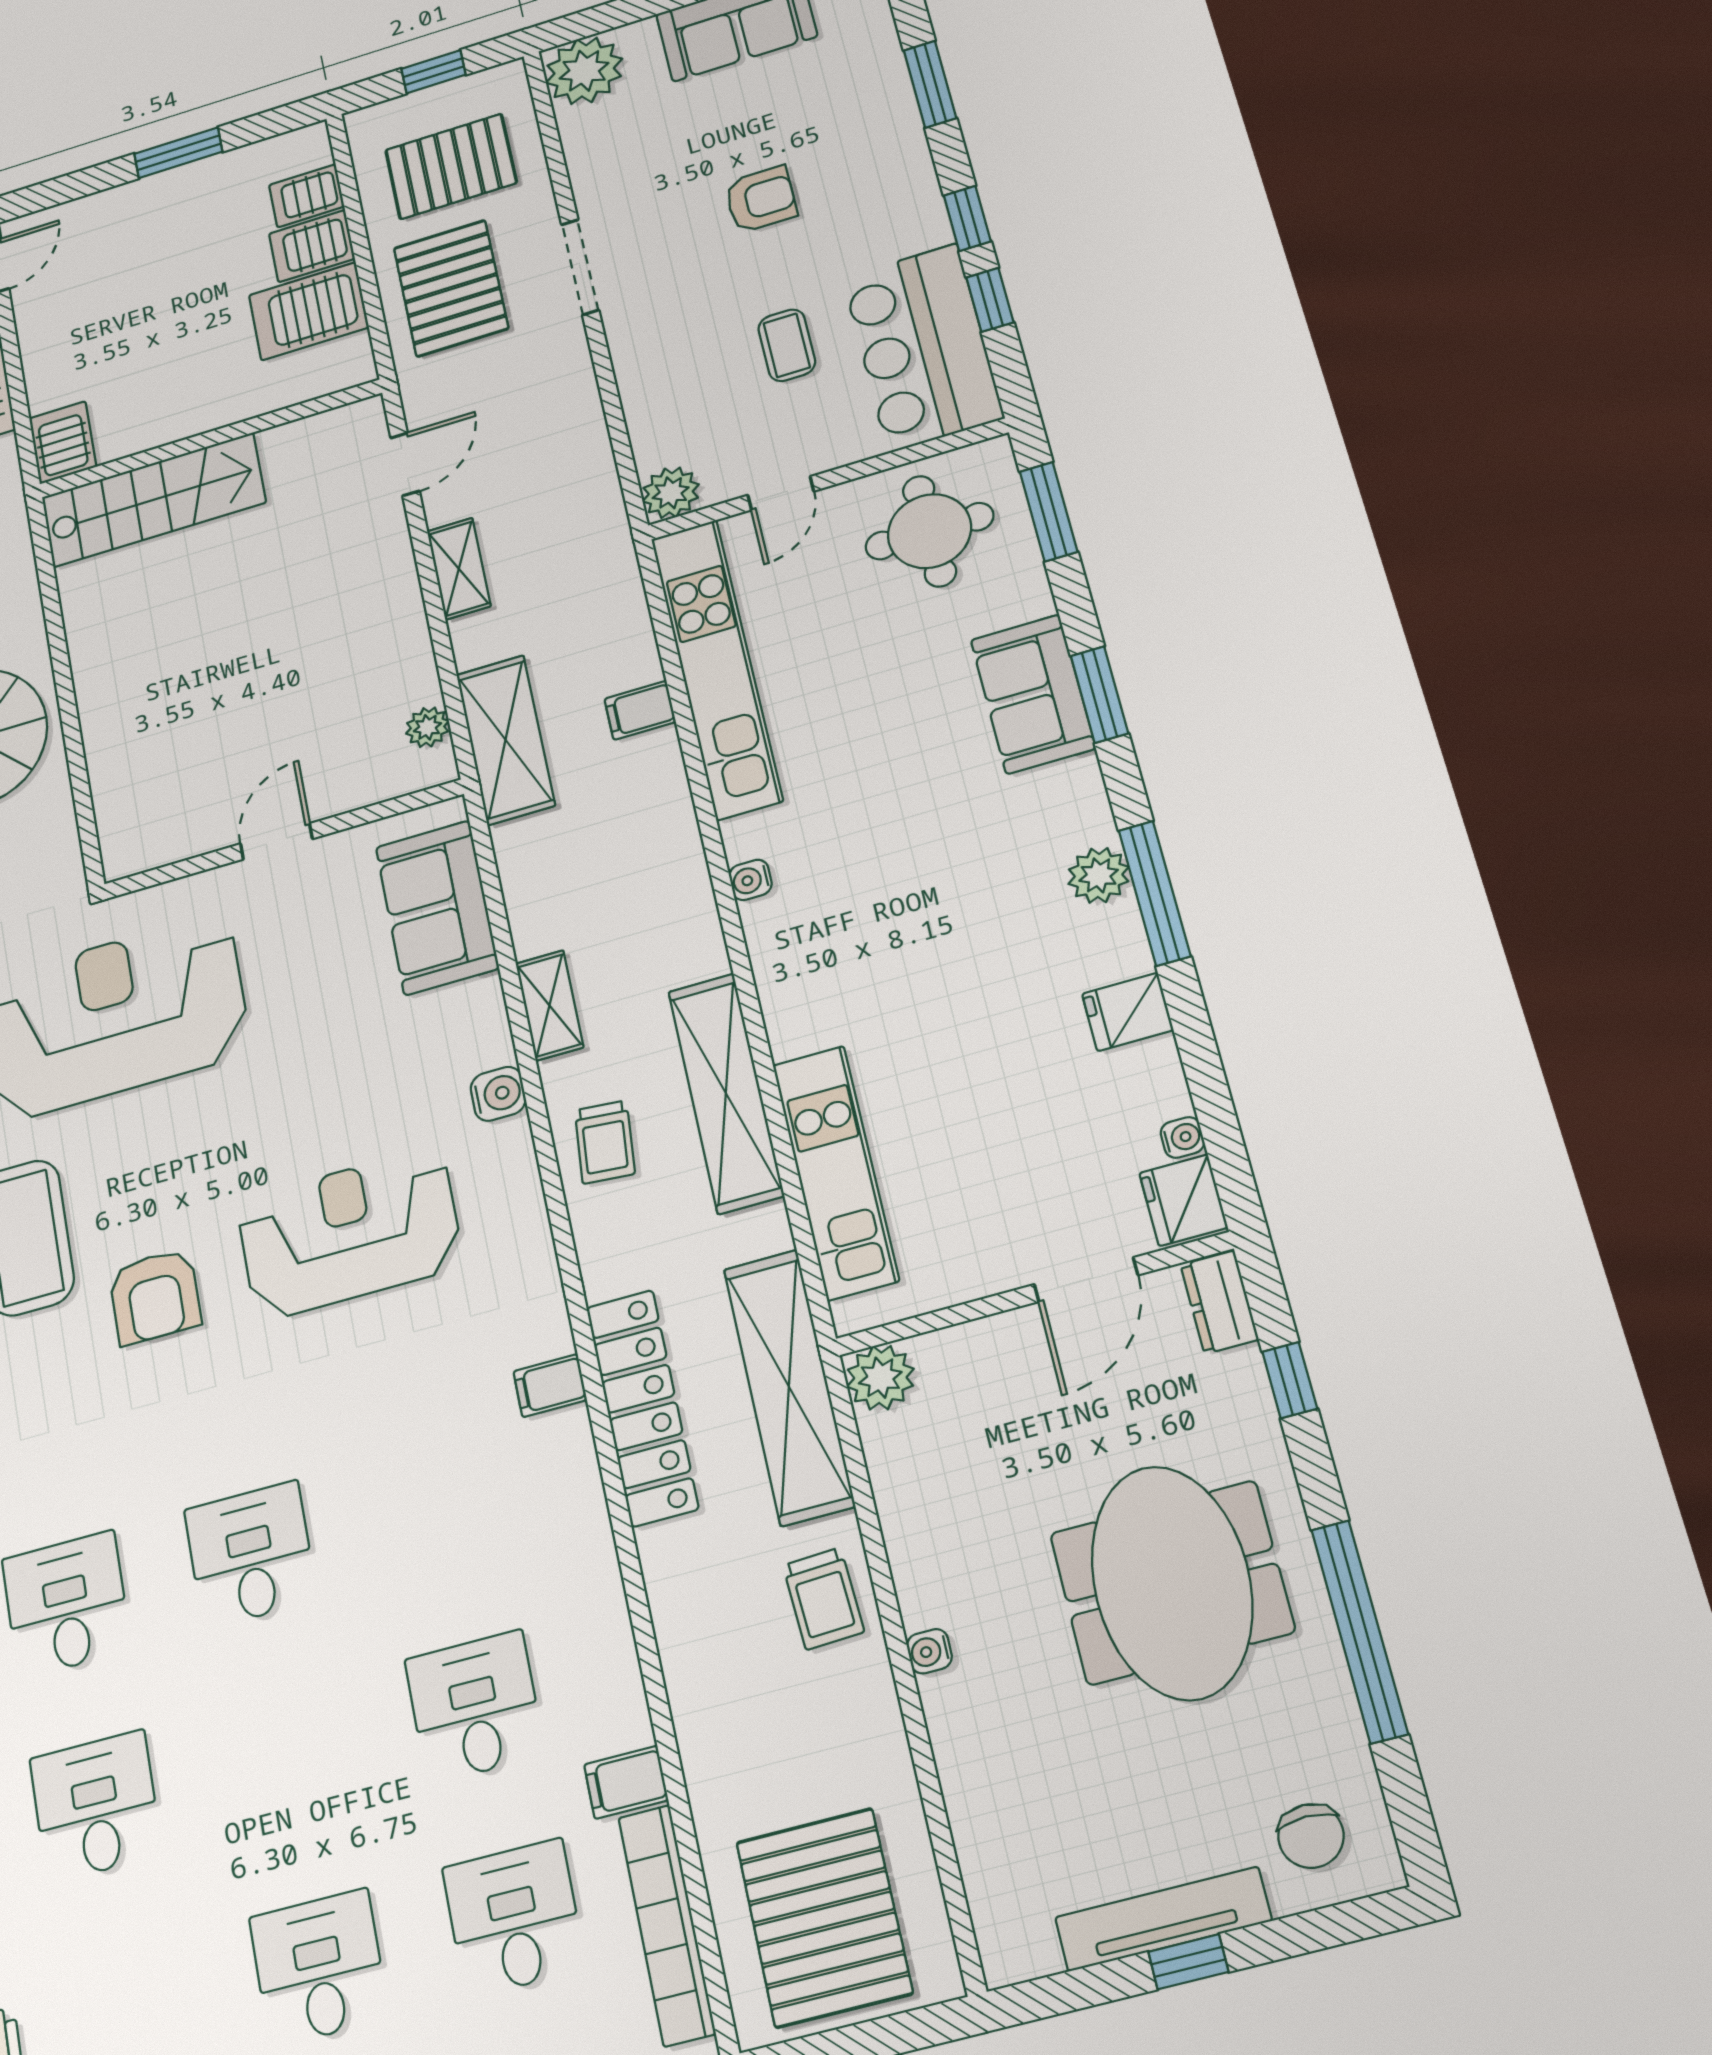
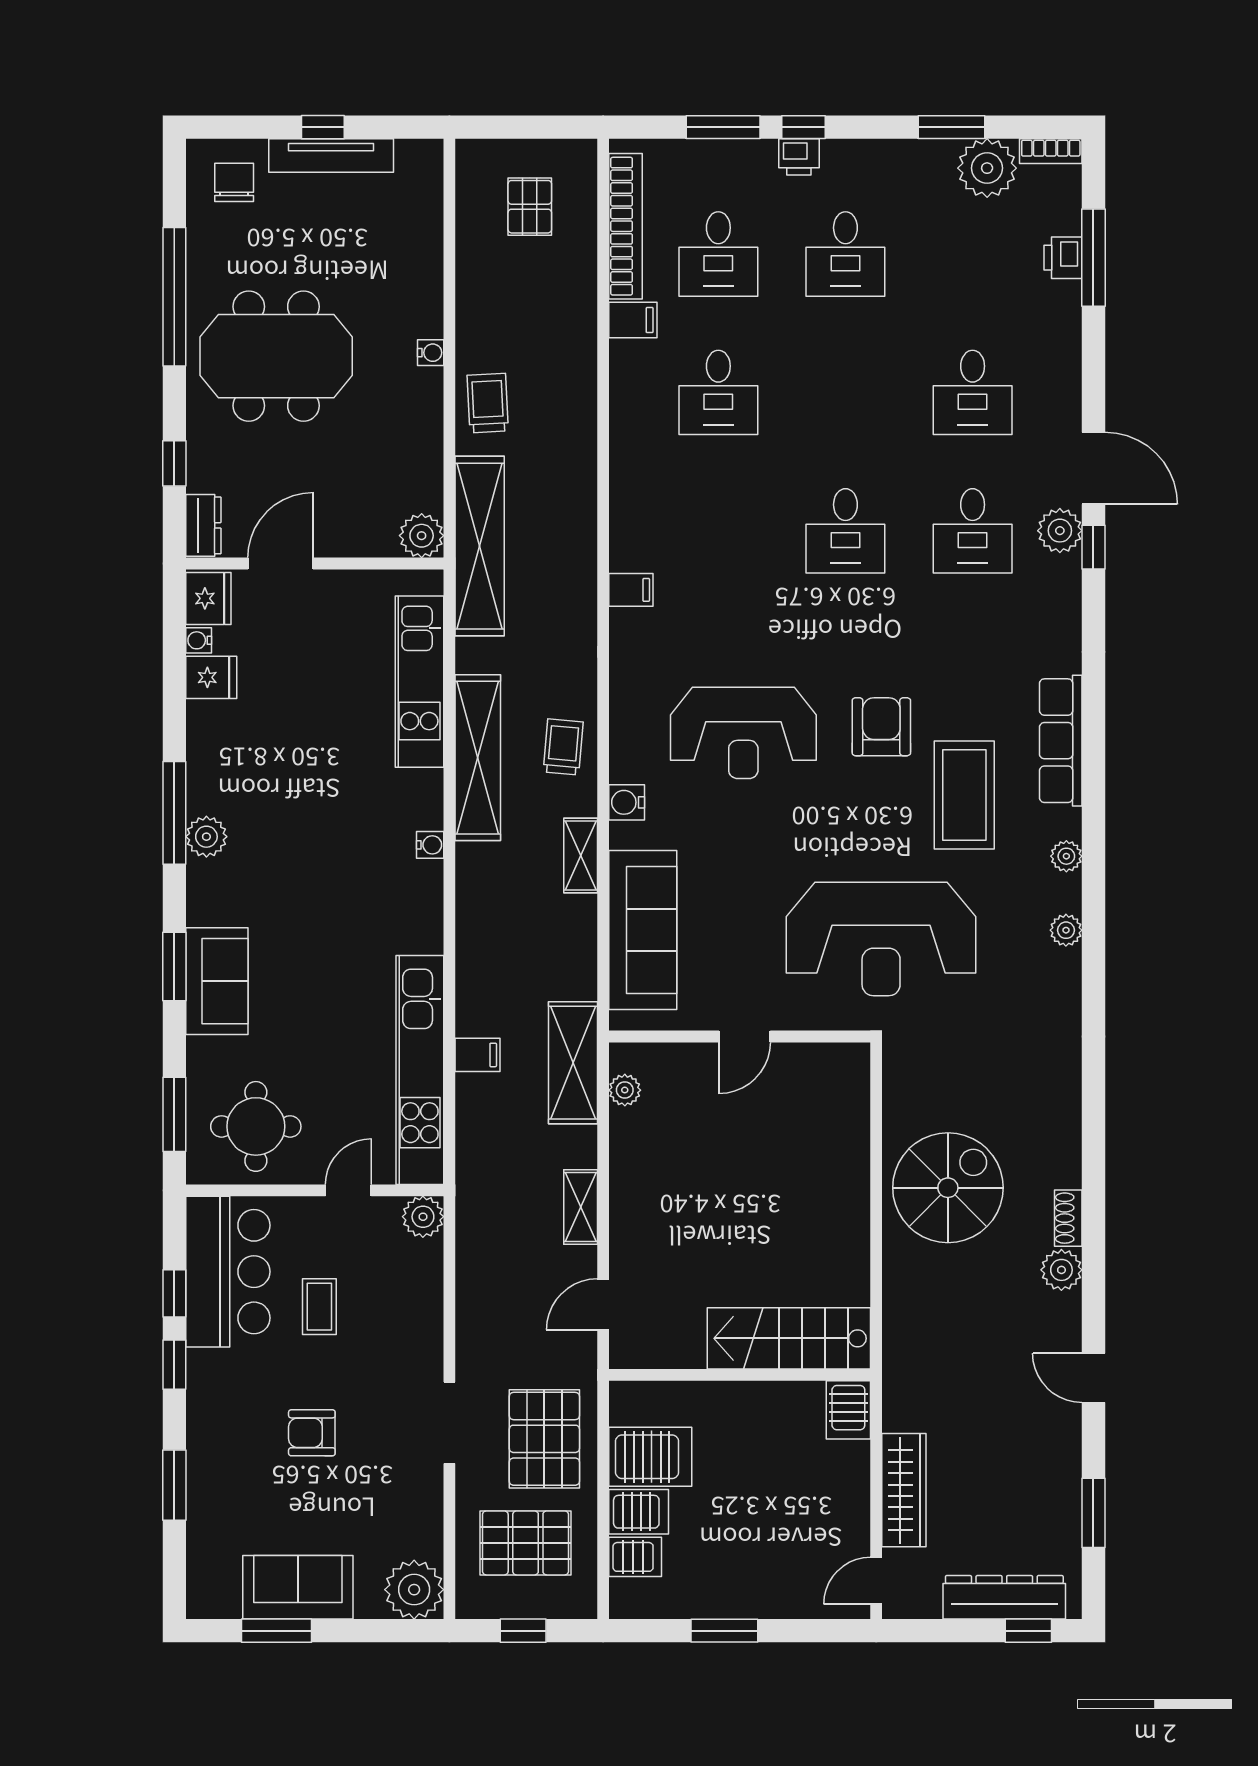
water cooler: (750, 880) -> (430, 845), moved
sofa: (437, 908) -> (643, 930), width x1.36
fridge: (1128, 1012) -> (211, 677), moved
locker: (642, 1407) -> (575, 559), removed
meeting table: (1172, 1583) -> (276, 356), turned 90
pallet: (824, 1917) -> (530, 207), width x0.49, depth x0.50

